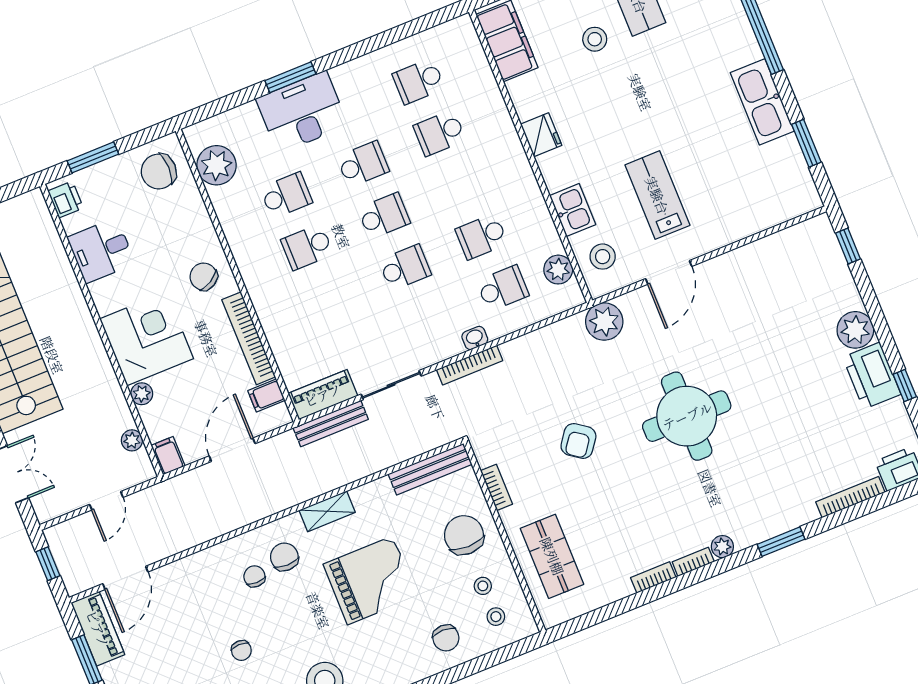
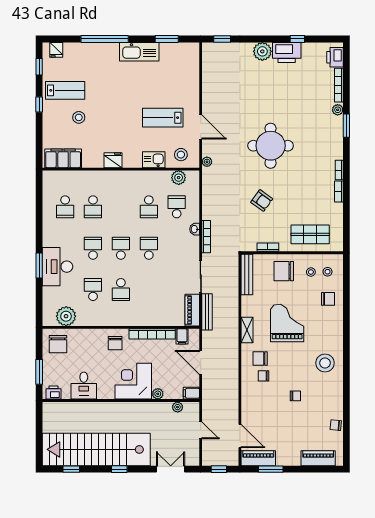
chair: (204, 277) -> (115, 343), turned -60
plant: (604, 322) -> (207, 162), width x0.53, depth x0.53
plant: (722, 547) -> (338, 110), moved

